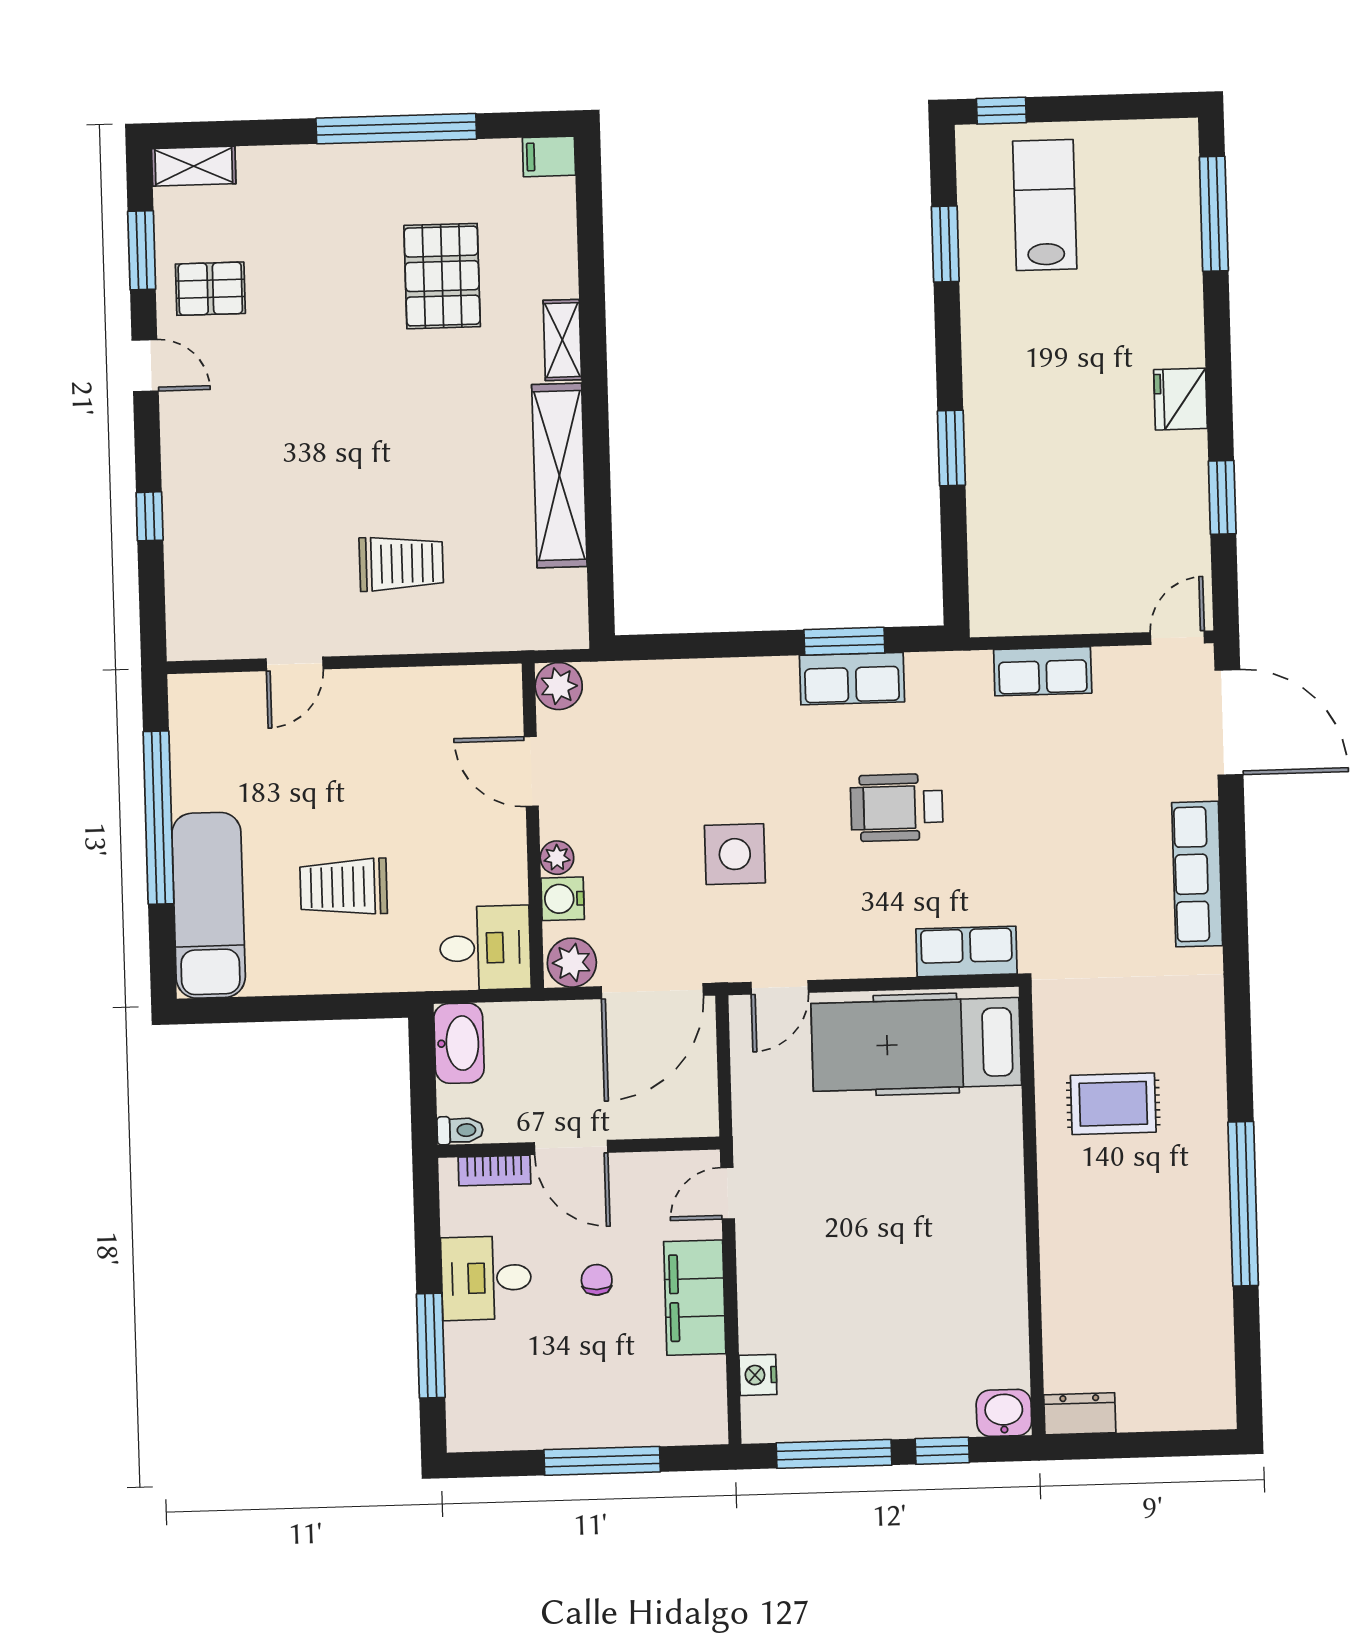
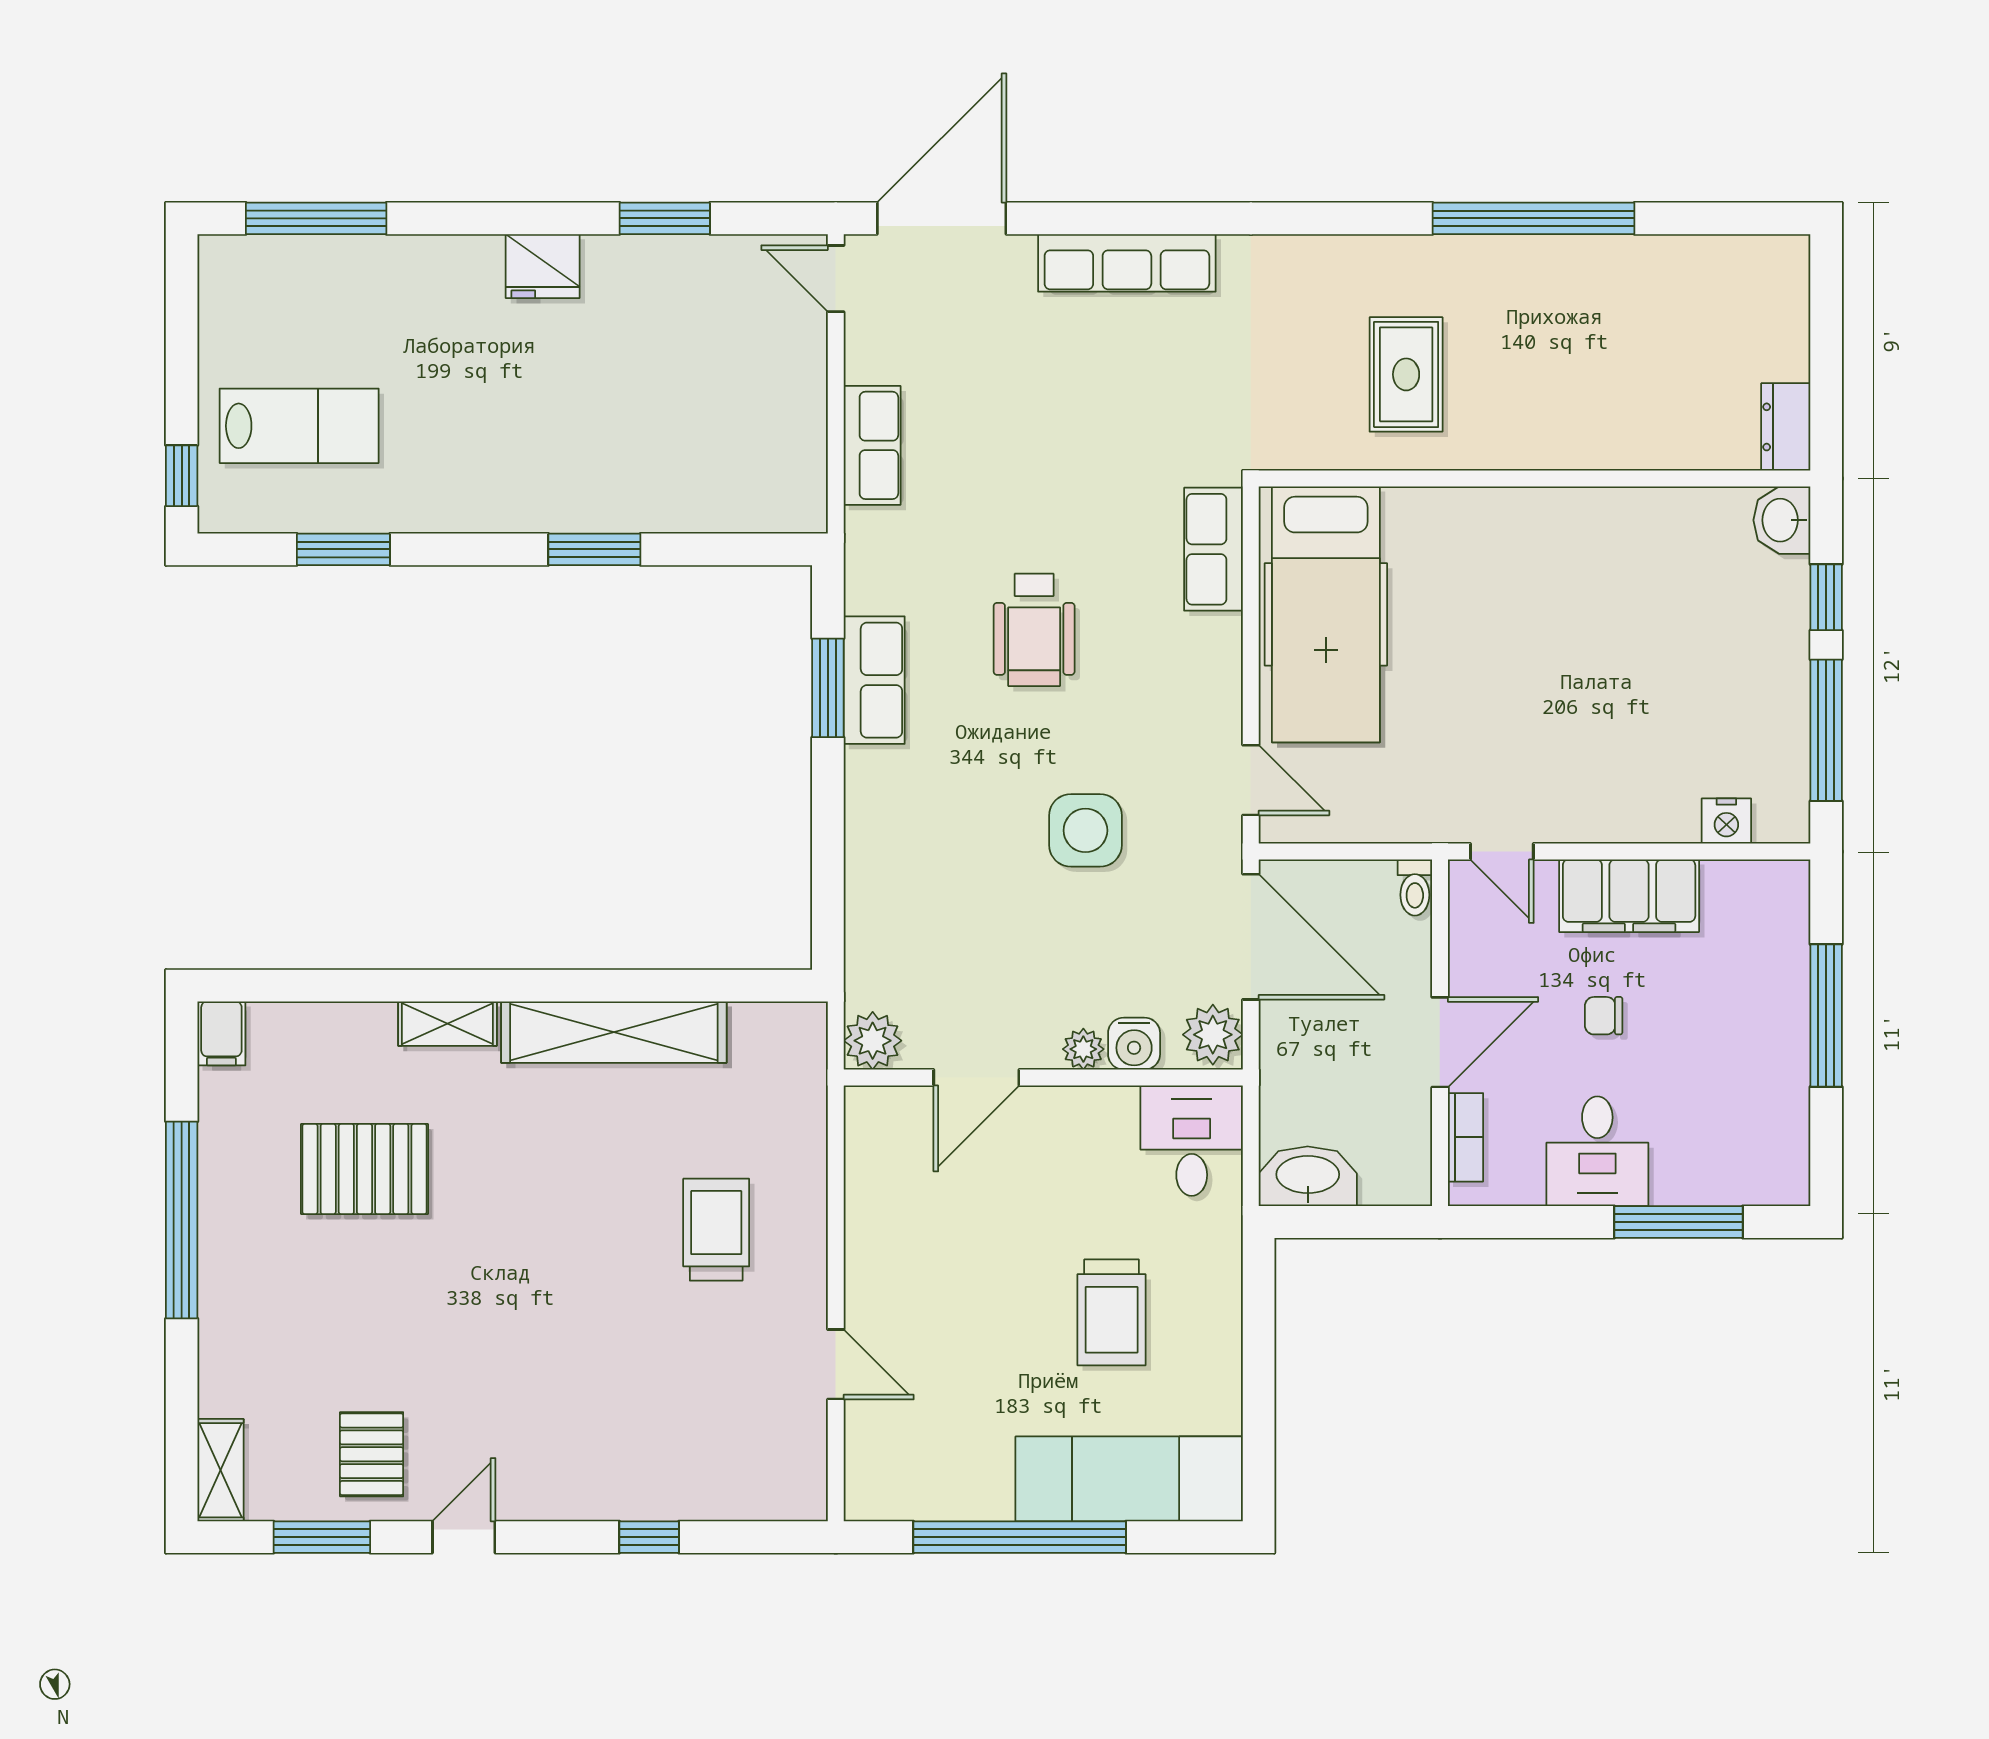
lab bench: (1045, 205) -> (299, 426), turned 180
toilet: (460, 1130) -> (1415, 888), moved, turned 180

